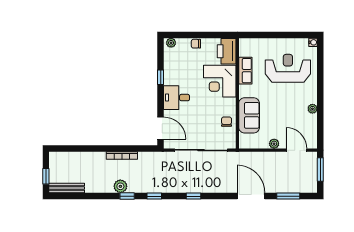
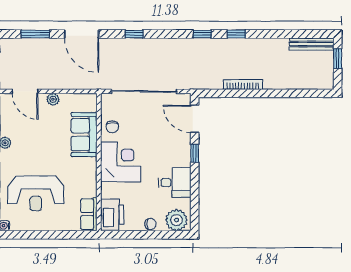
plant: (171, 43) -> (176, 220), width x1.87, depth x1.87
row of seats: (245, 71) -> (89, 214), moved
window: (161, 77) -> (195, 153), moved
corner desk: (220, 81) -> (121, 162), moved
desk: (177, 98) -> (175, 183), moved
plant: (120, 186) -> (245, 46), removed
window: (194, 196) -> (134, 34), moved

